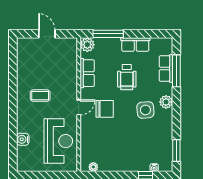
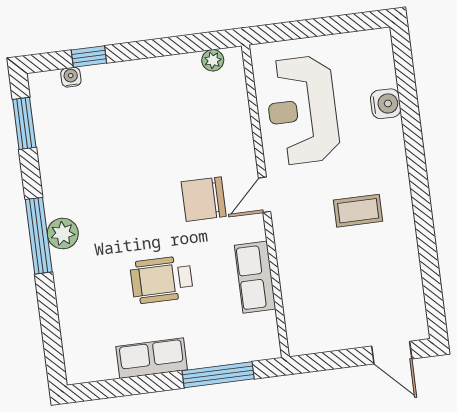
door: (47, 34) -> (392, 353), moved
plant: (87, 45) -> (263, 343), removed
row of seats: (166, 68) -> (73, 311), removed
window: (176, 71) -> (39, 236), moved
wheelchair: (127, 77) -> (162, 280), turned -90
side table: (145, 110) -> (108, 209), removed

